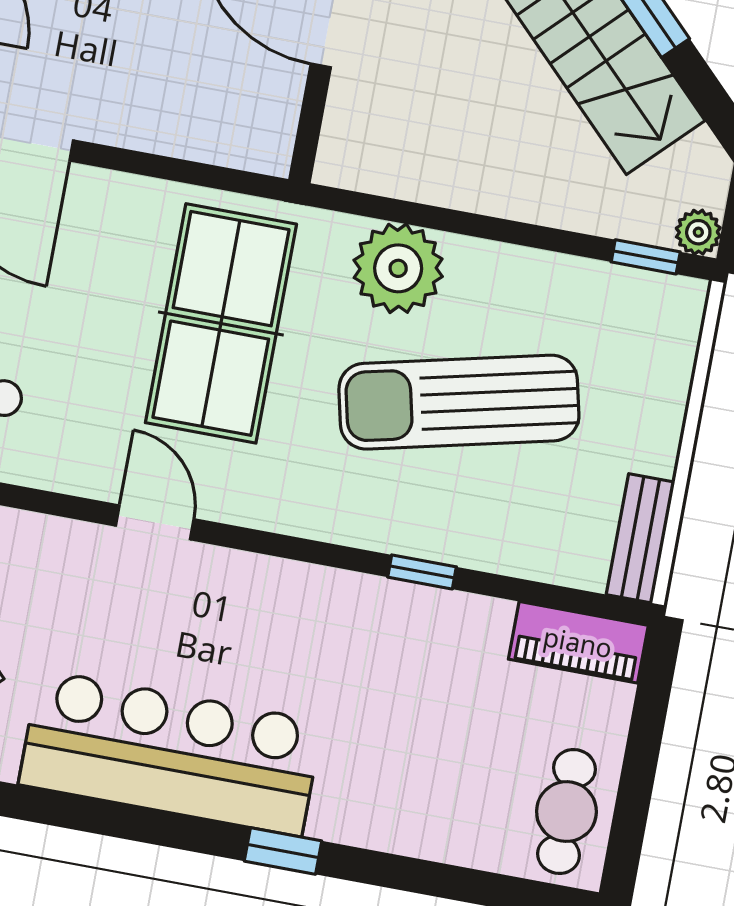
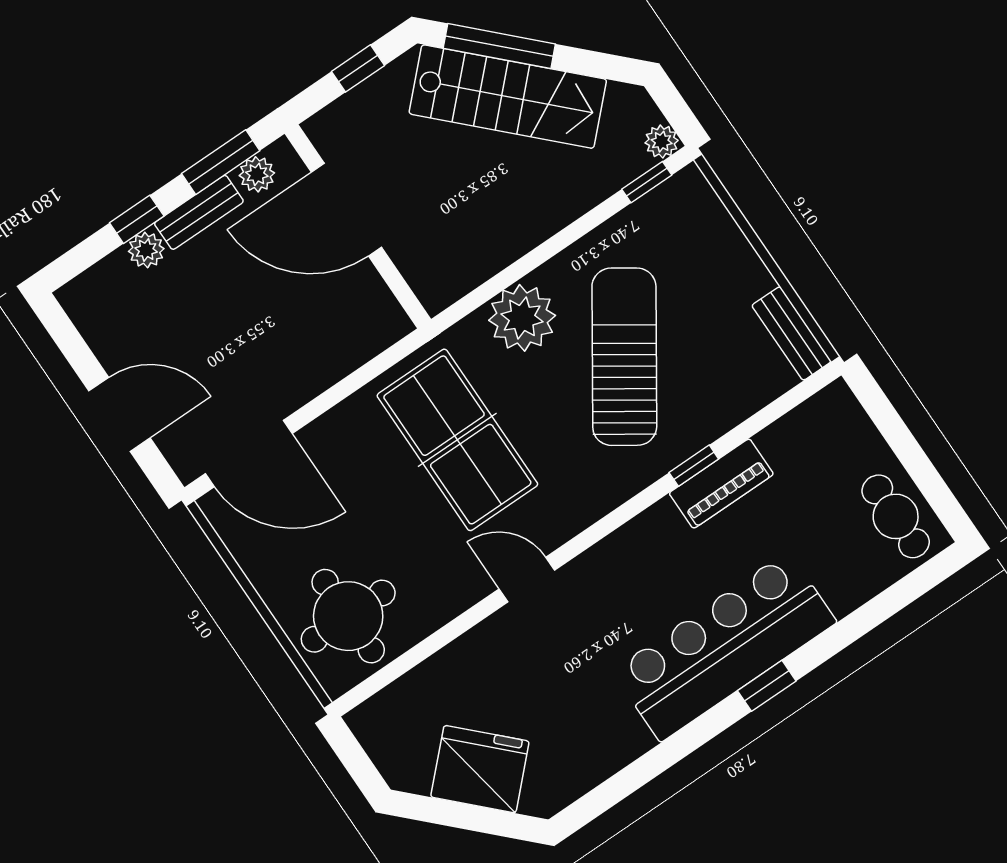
sun lounger: (459, 402) -> (624, 357), turned 137
piano: (578, 642) -> (721, 484), moved
bar counter: (171, 753) -> (724, 646), moved

